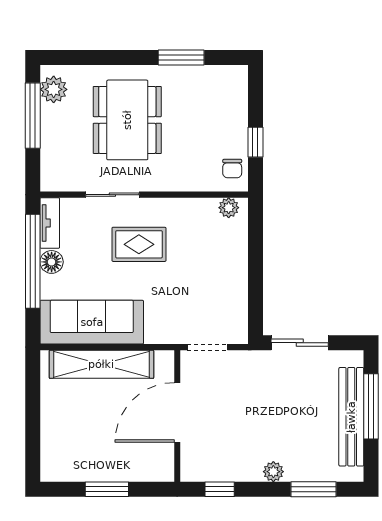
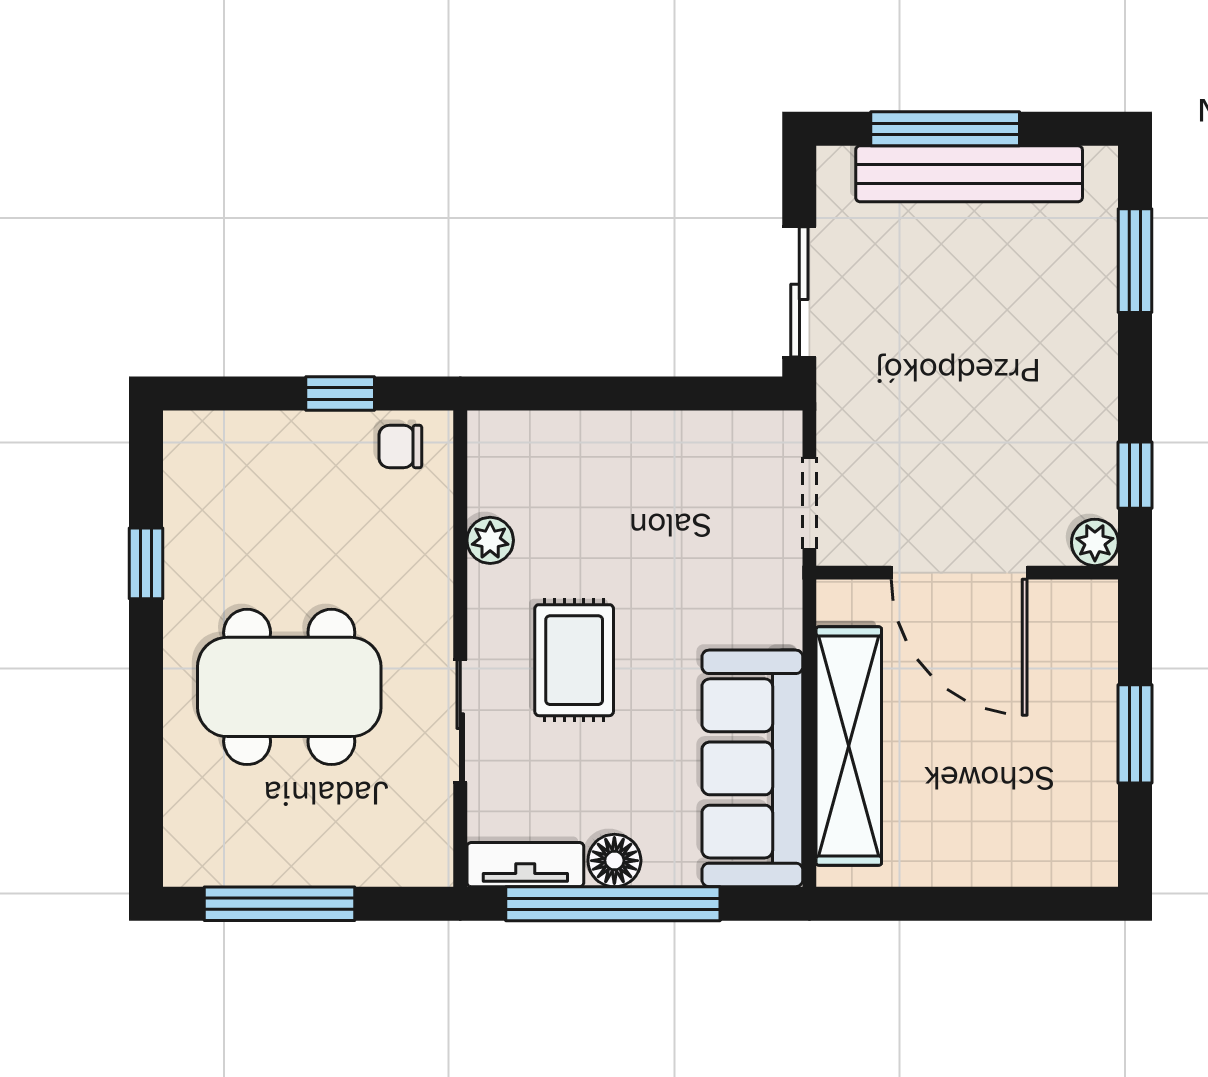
window: (181, 57) -> (146, 563), width x0.67
plant: (54, 89) -> (219, 856), removed
chair: (232, 168) -> (400, 447), turned 180
plant: (229, 208) -> (490, 540), moved
plant: (273, 472) -> (1095, 542), moved

